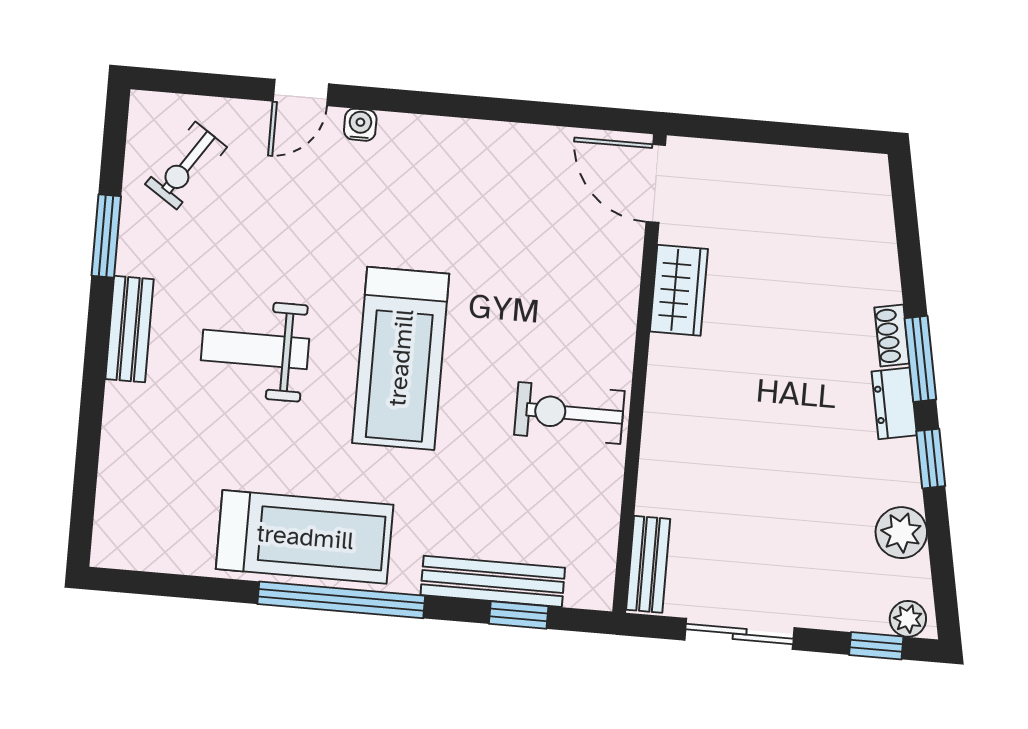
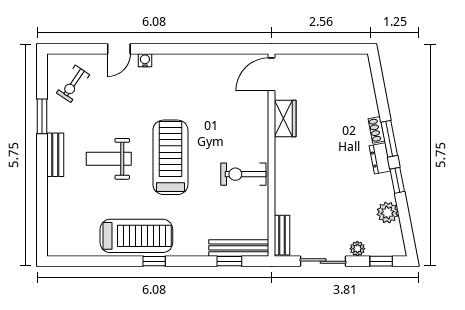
door: (656, 184) -> (272, 74), hinge flipped
treadmill: (401, 358) -> (170, 157), turned 180
bench: (493, 581) -> (239, 248), moved
window: (341, 600) -> (154, 261), width x0.32
plant: (908, 619) -> (357, 249), moved

